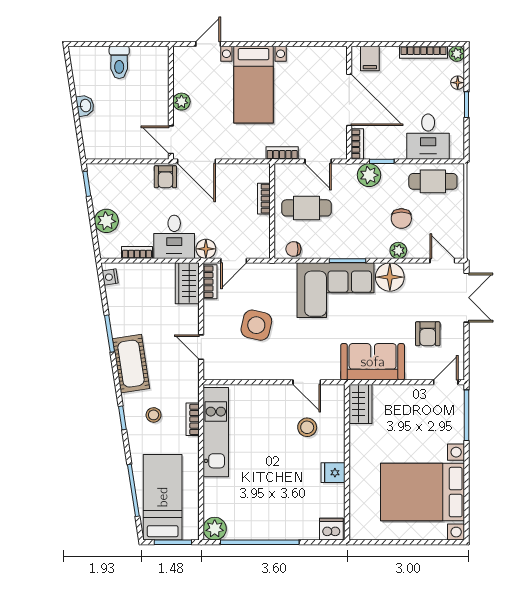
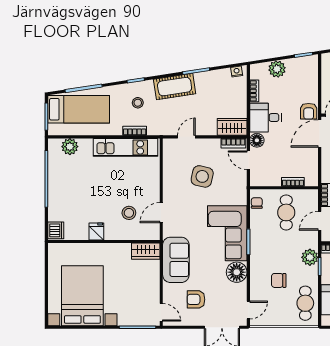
armchair: (165, 177) -> (309, 111), turned -90
plant: (398, 250) -> (256, 278), removed
plant: (215, 529) -> (70, 147), moved

